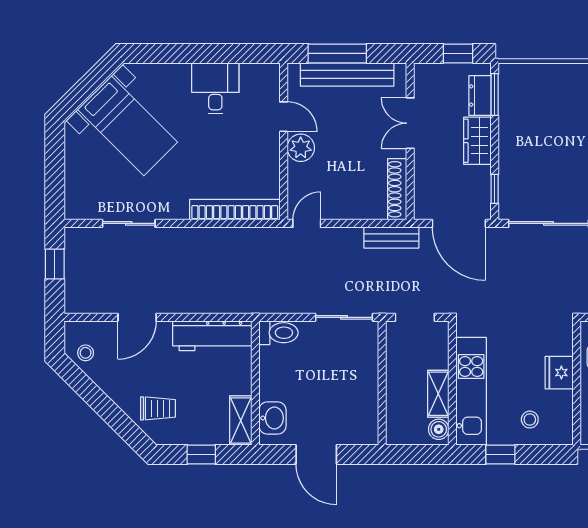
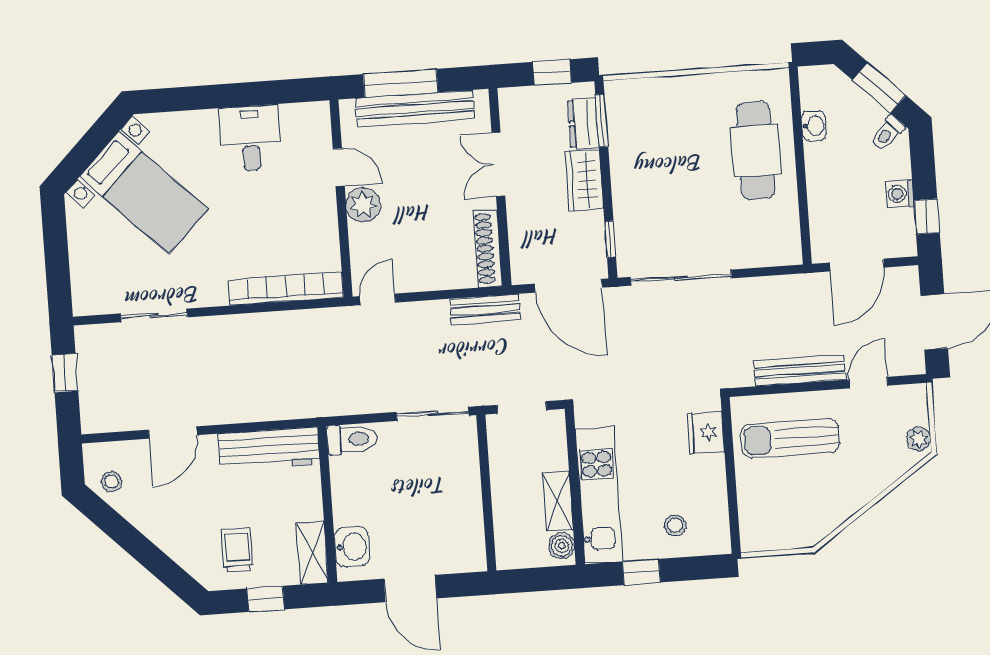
fridge: (559, 373) -> (706, 433), moved
trolley: (158, 408) -> (237, 550), moved, turned -90

